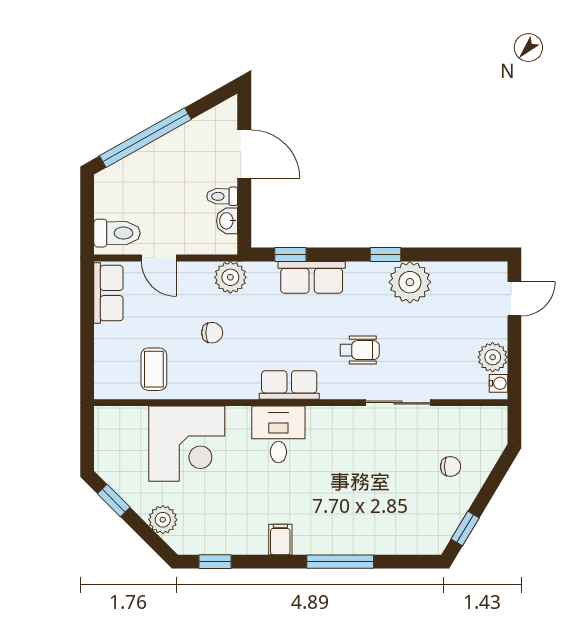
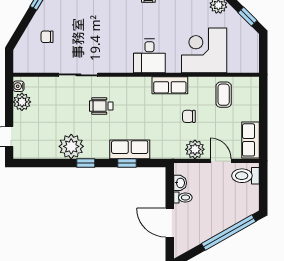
window: (290, 254) -> (127, 163), moved
plant: (230, 277) -> (195, 149), moved
row of seats: (289, 385) -> (170, 85), moved

